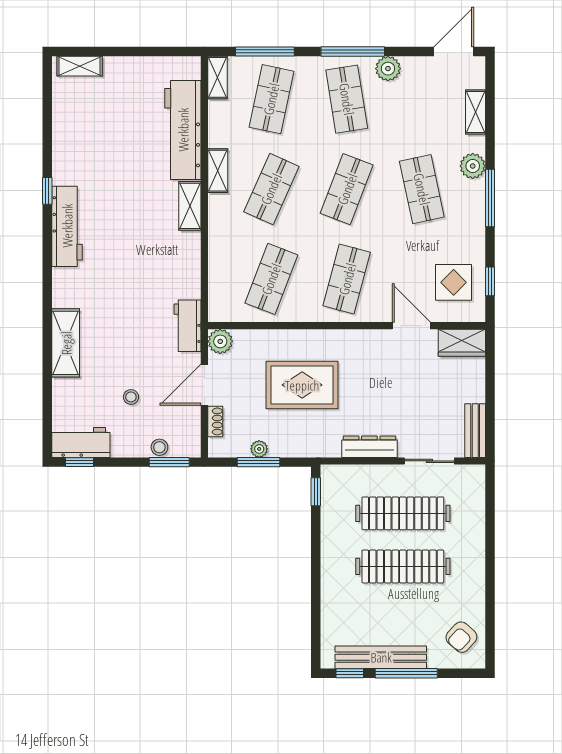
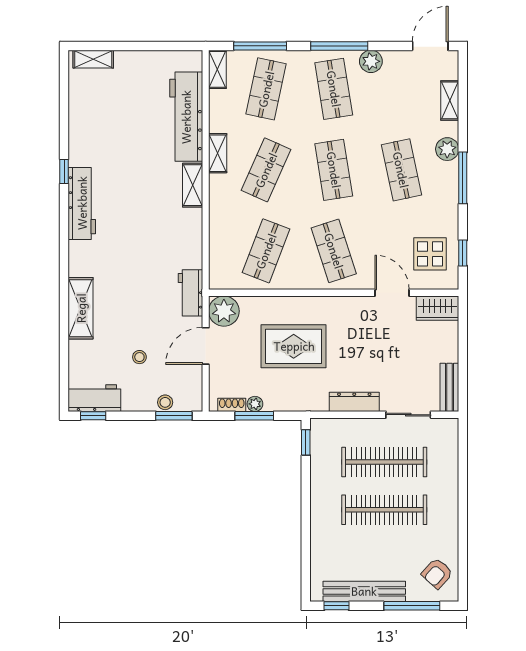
shop shelf: (347, 189) -> (334, 170), turned -30
shop shelf: (347, 279) -> (334, 251), turned -33
plant: (220, 341) -> (224, 311), width x1.36, depth x1.36
shoe rack: (215, 421) -> (232, 405), moved, turned -90
window: (406, 673) -> (412, 606), moved

